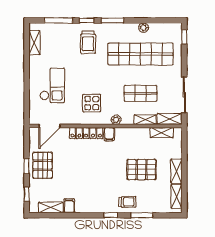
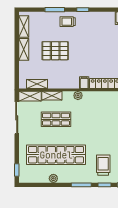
display table: (92, 103) -> (100, 110), removed

